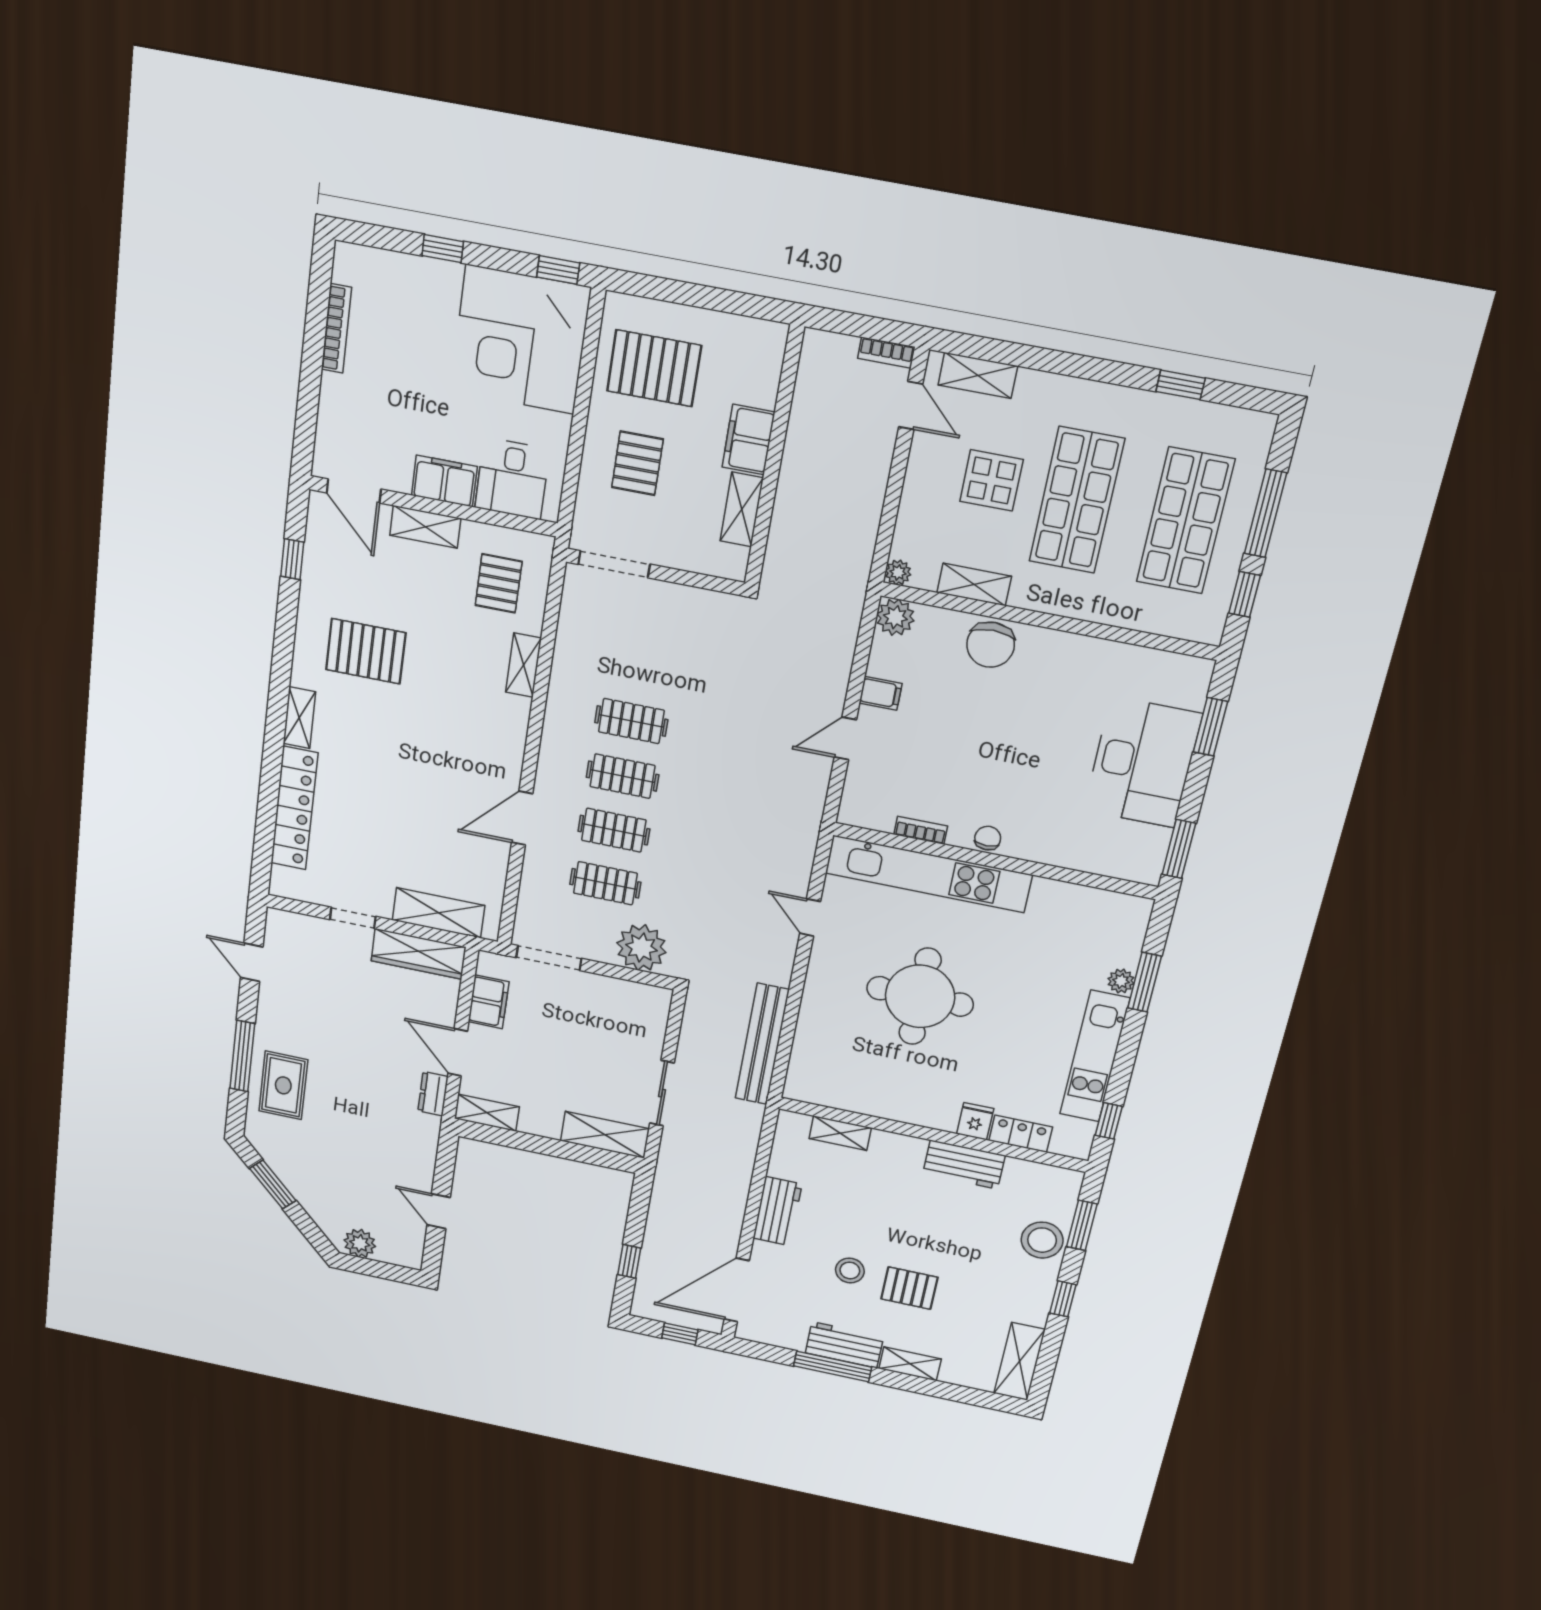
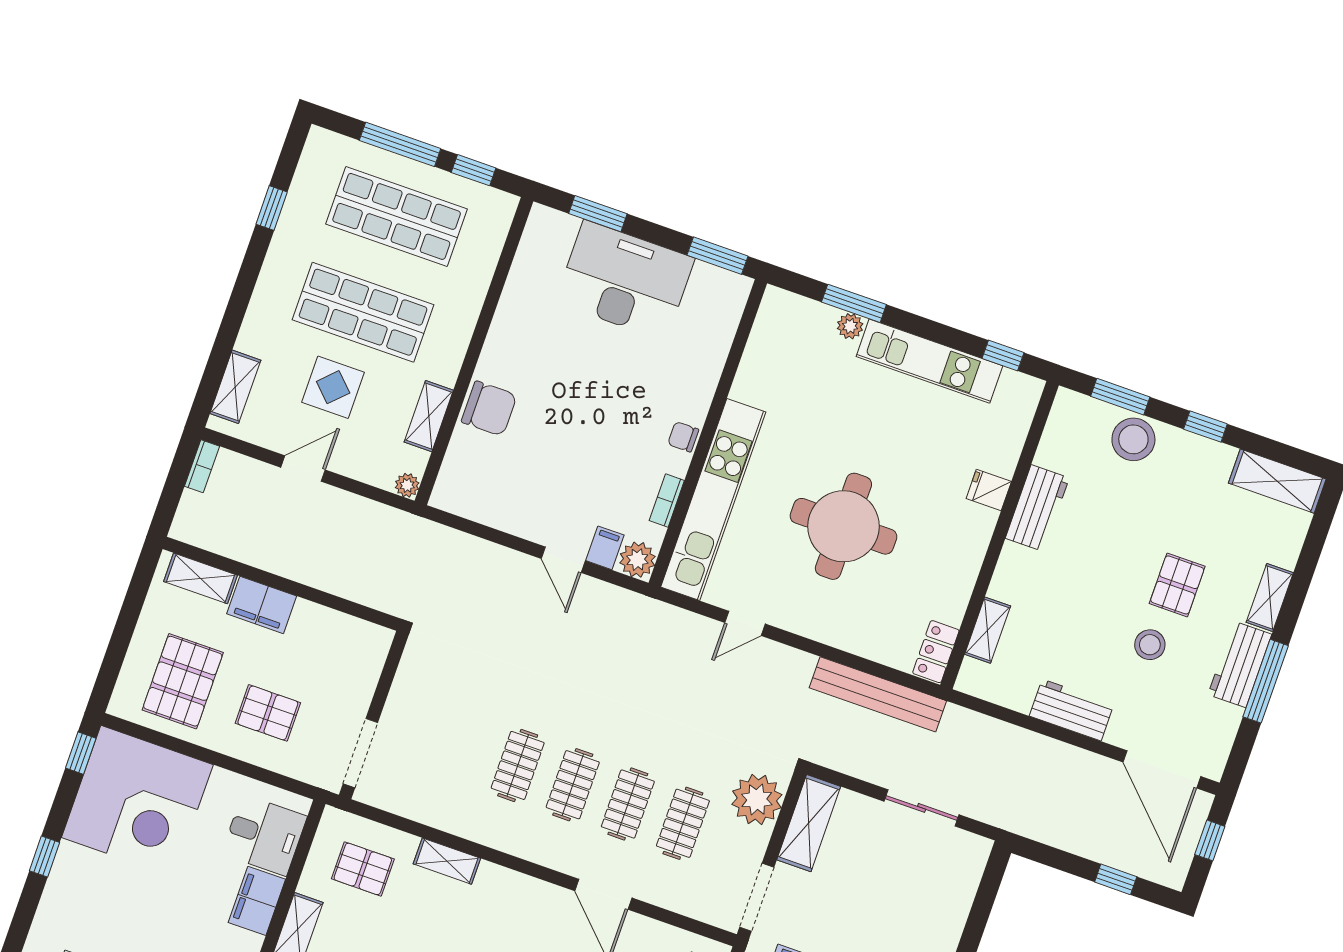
door: (911, 405) -> (303, 469), moved
shelving: (742, 509) -> (201, 578), moved
plant: (895, 617) -> (637, 560), moved
filing cabinet: (881, 693) -> (605, 548), moved
locker: (1021, 1134) -> (936, 652), moved
shelving: (605, 1135) -> (809, 823), moved

